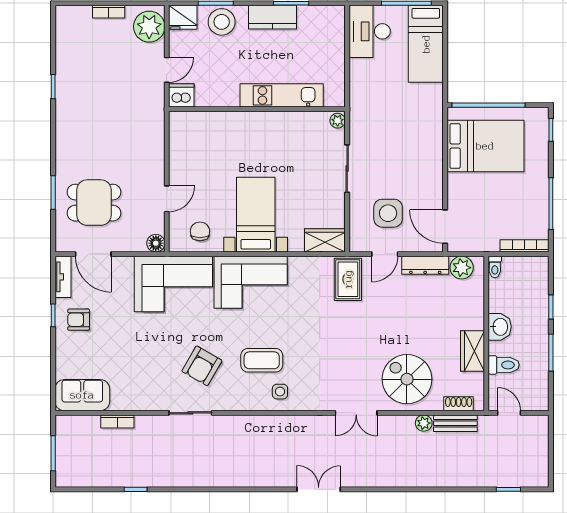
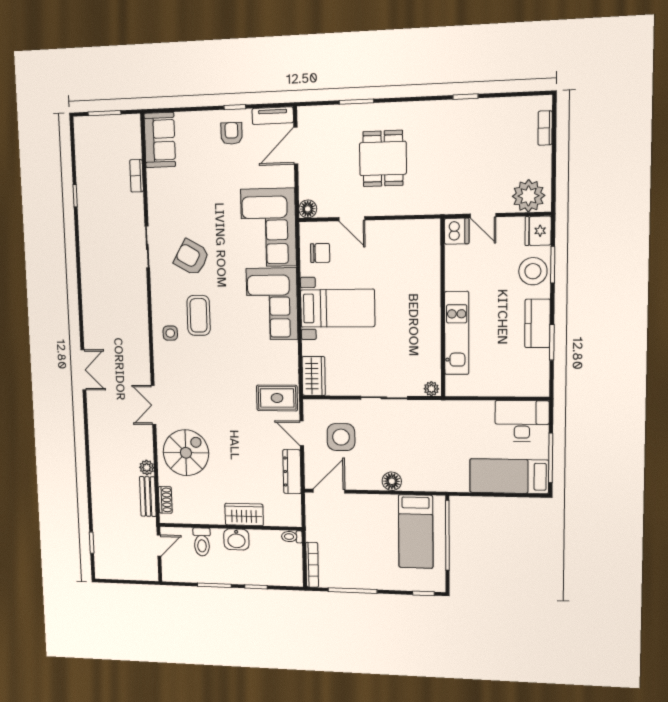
bookcase: (109, 12) -> (545, 128), moved
bed: (485, 146) -> (416, 531), width x0.67
floor lamp: (433, 161) -> (392, 481), added
dining table: (94, 203) -> (383, 158), moved
plant: (462, 268) -> (291, 506), removed
wardrobe: (472, 351) -> (244, 515), moved

